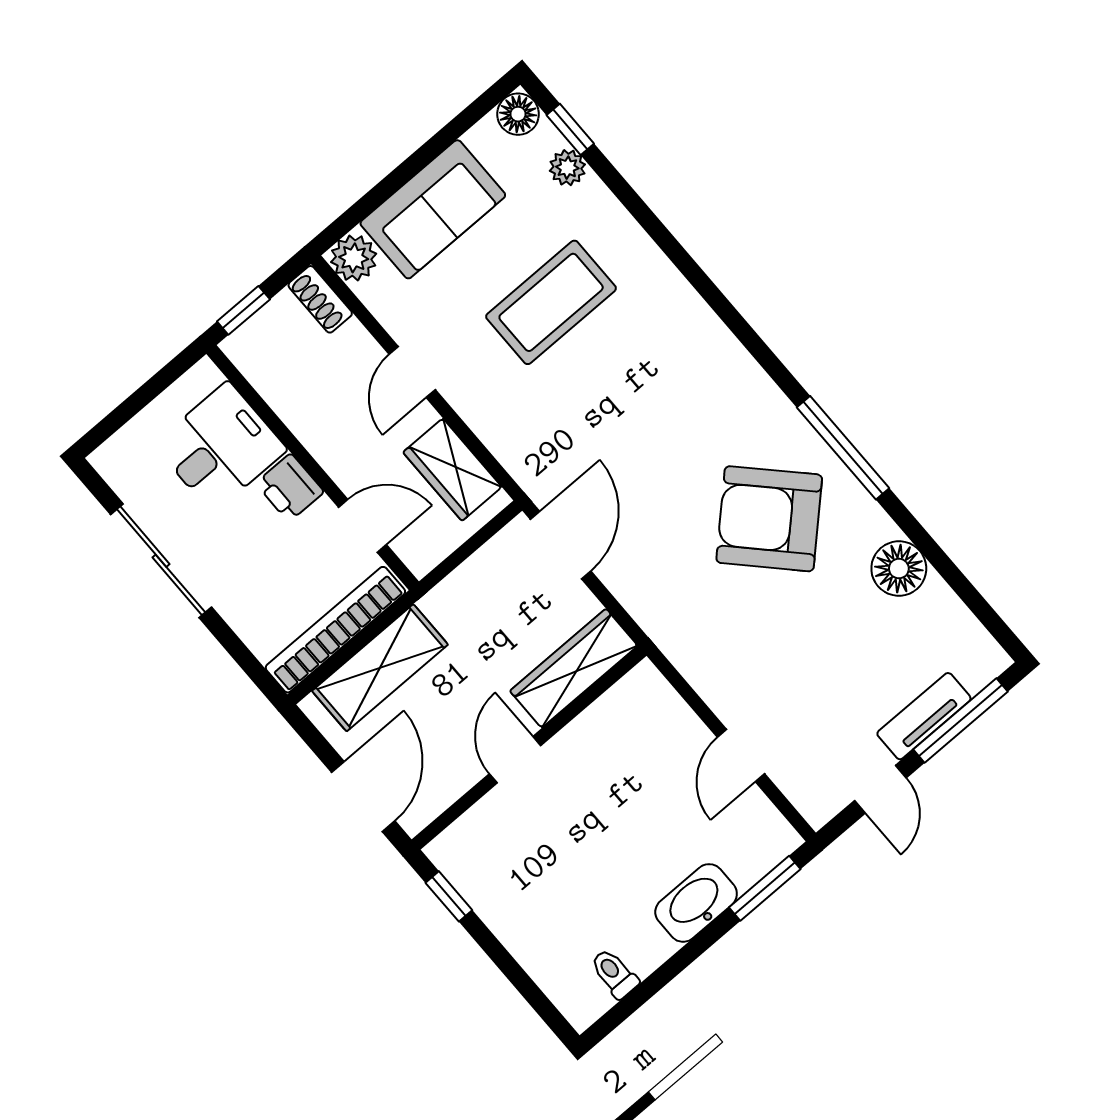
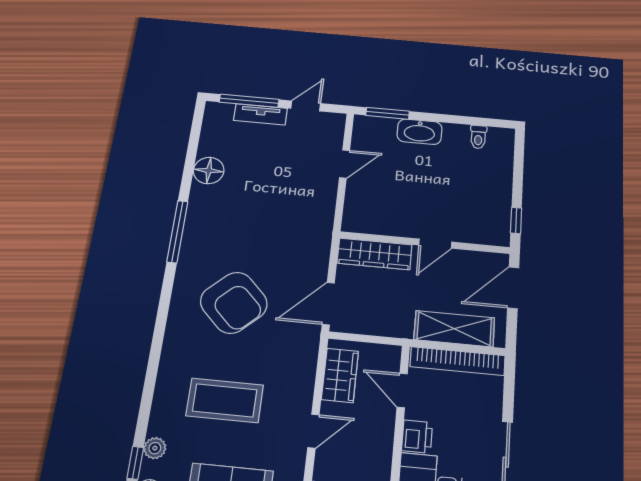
armchair: (769, 519) -> (234, 303), moved

